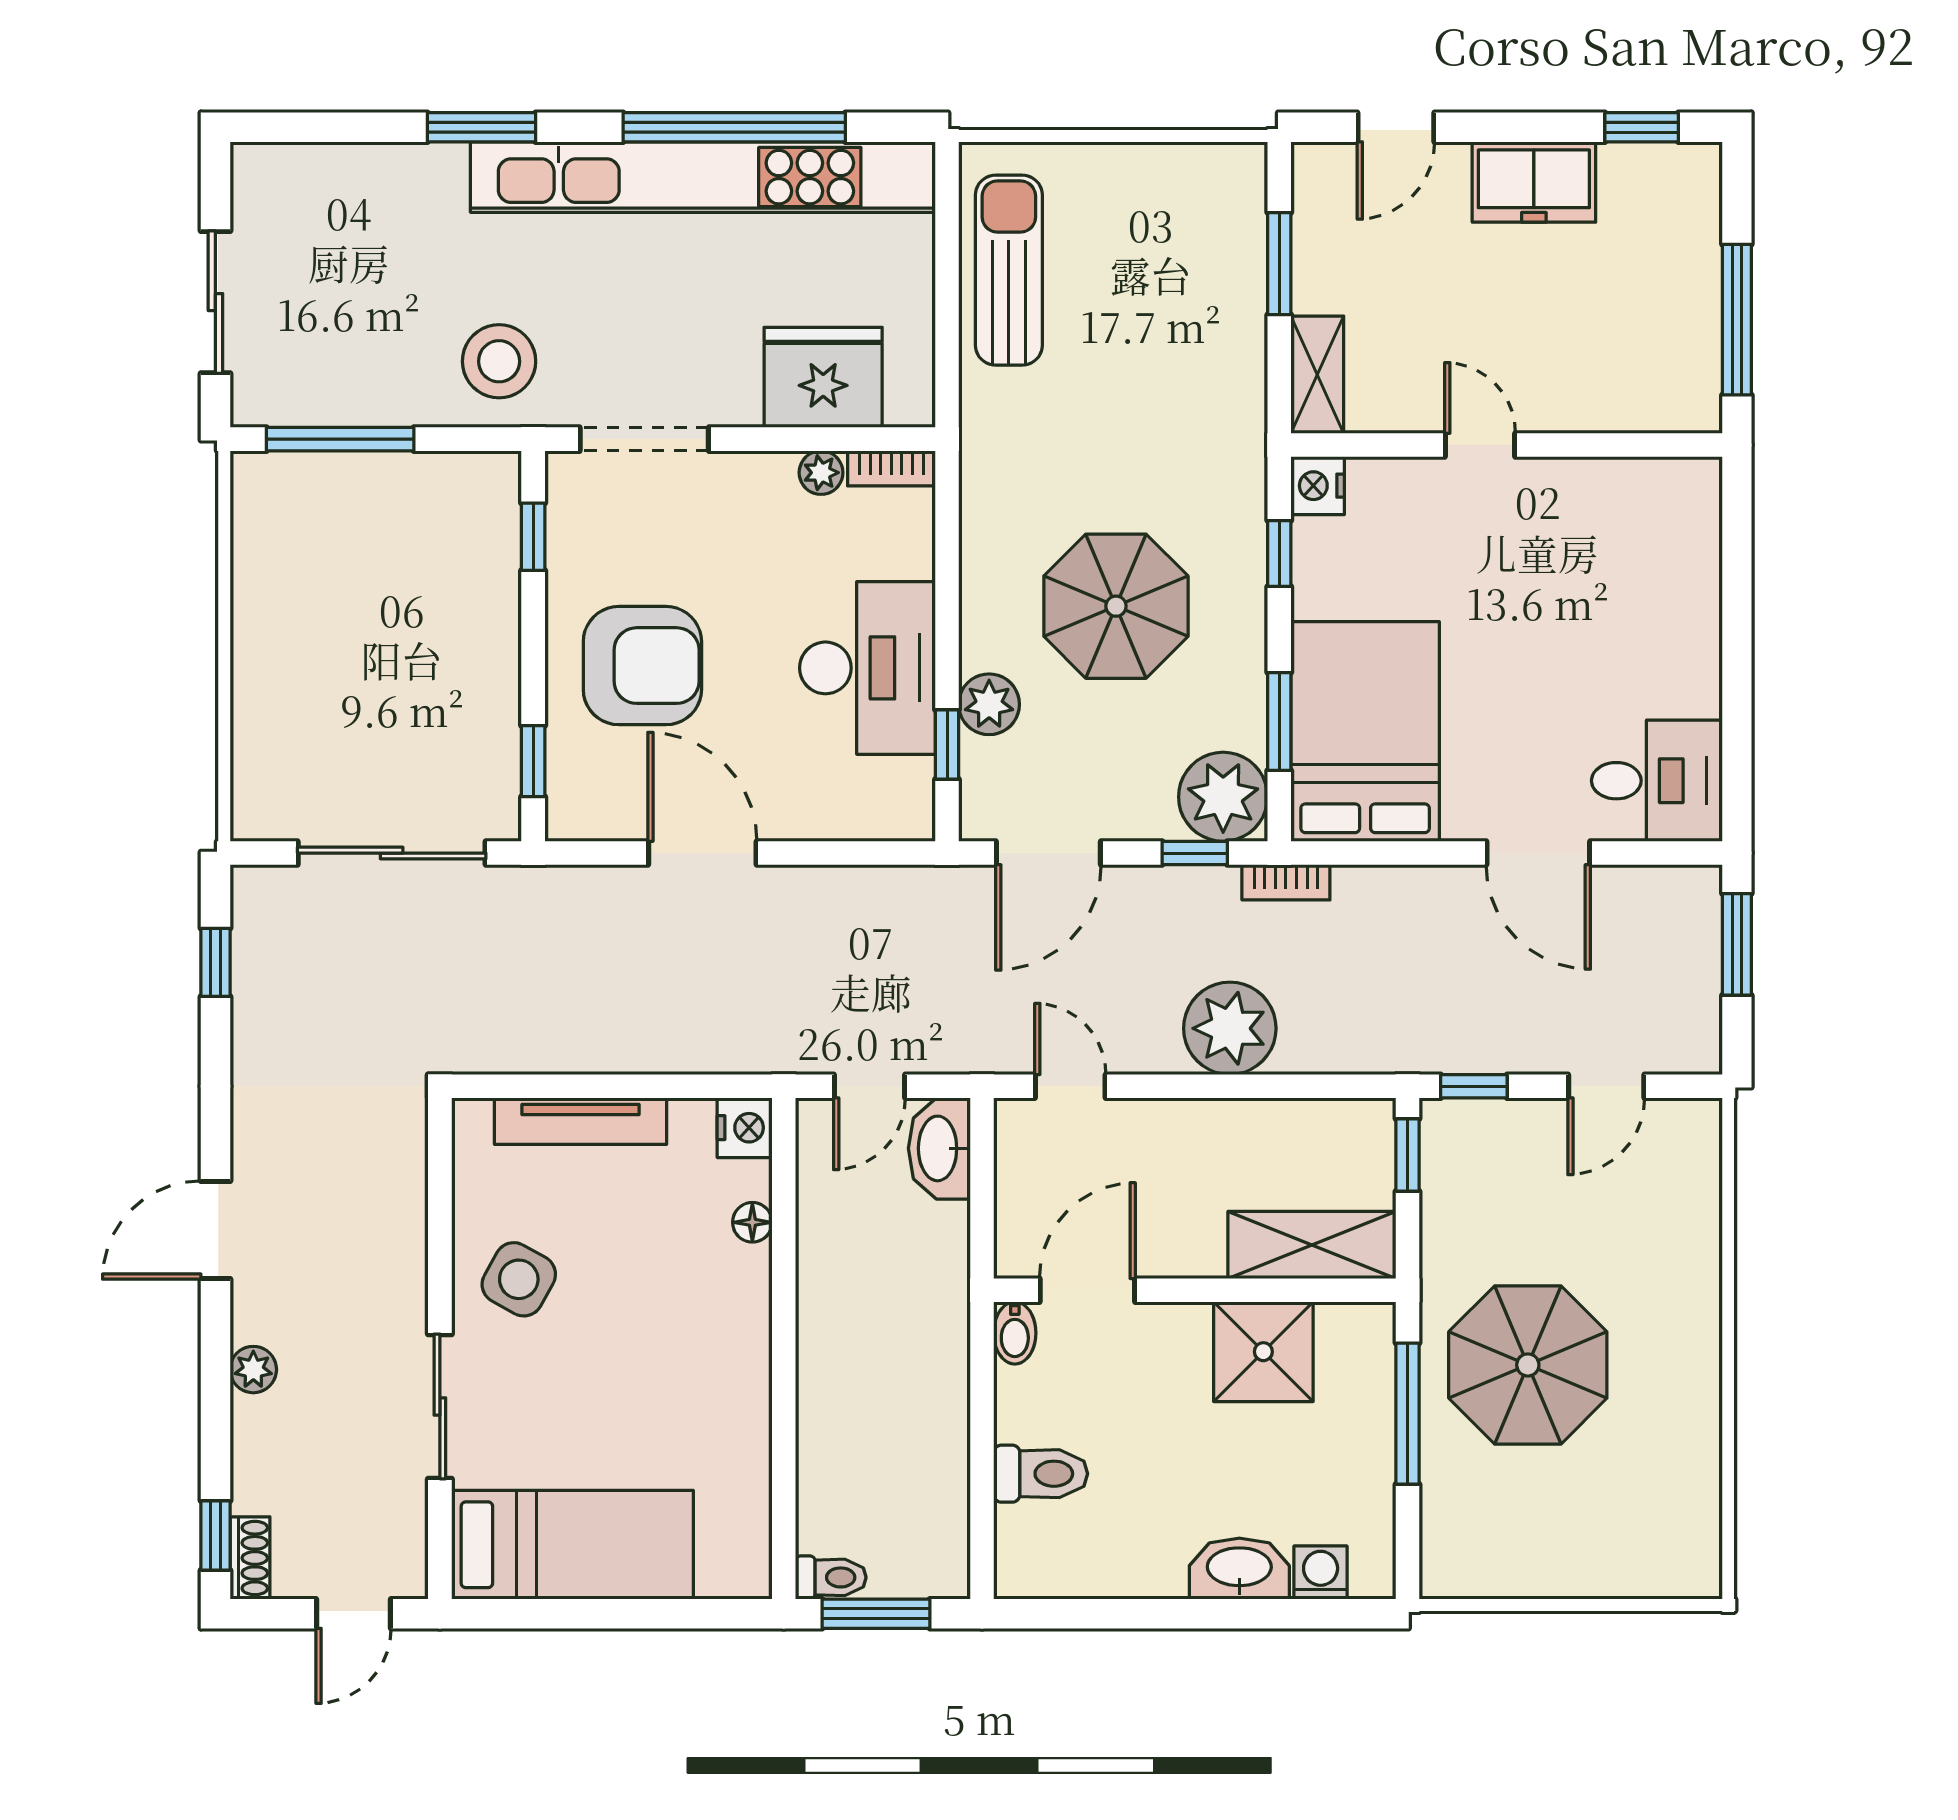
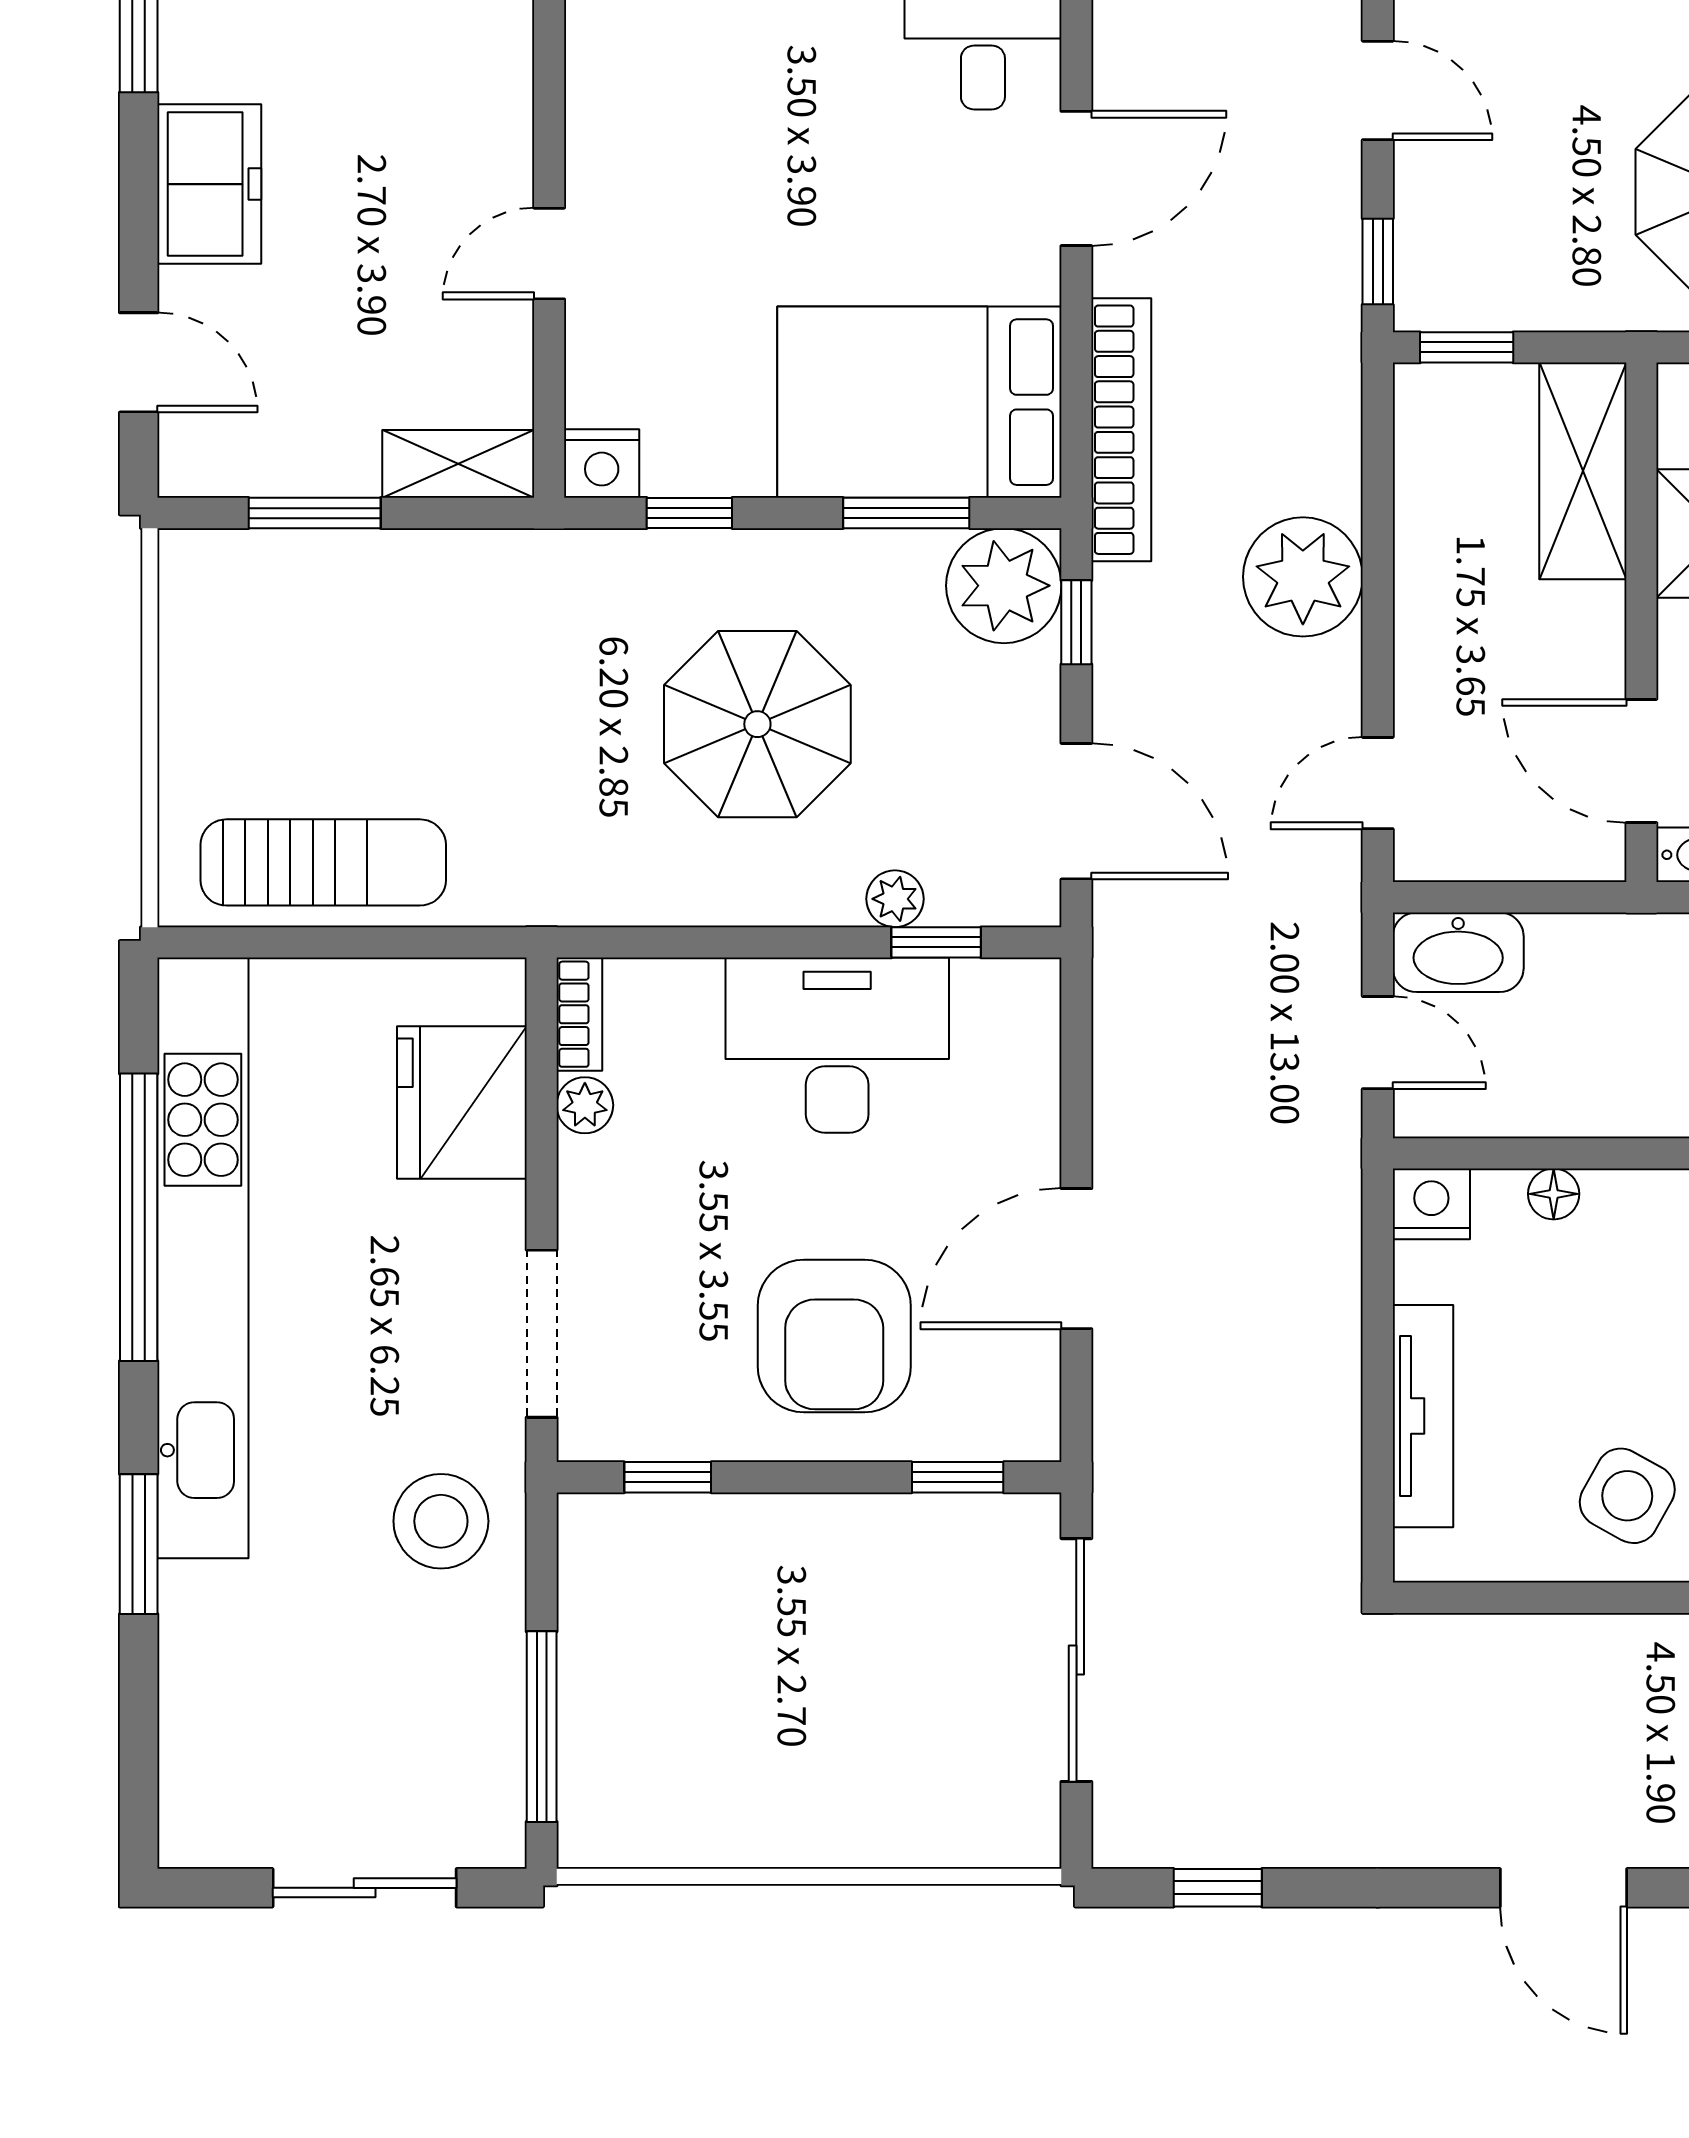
sun lounger: (1009, 270) -> (323, 862), turned 180
armchair: (642, 666) -> (834, 1336), turned 180
plant: (989, 704) -> (895, 899), width x0.73, depth x0.73
bookcase: (1286, 882) -> (1121, 430), width x2.31, depth x1.31

